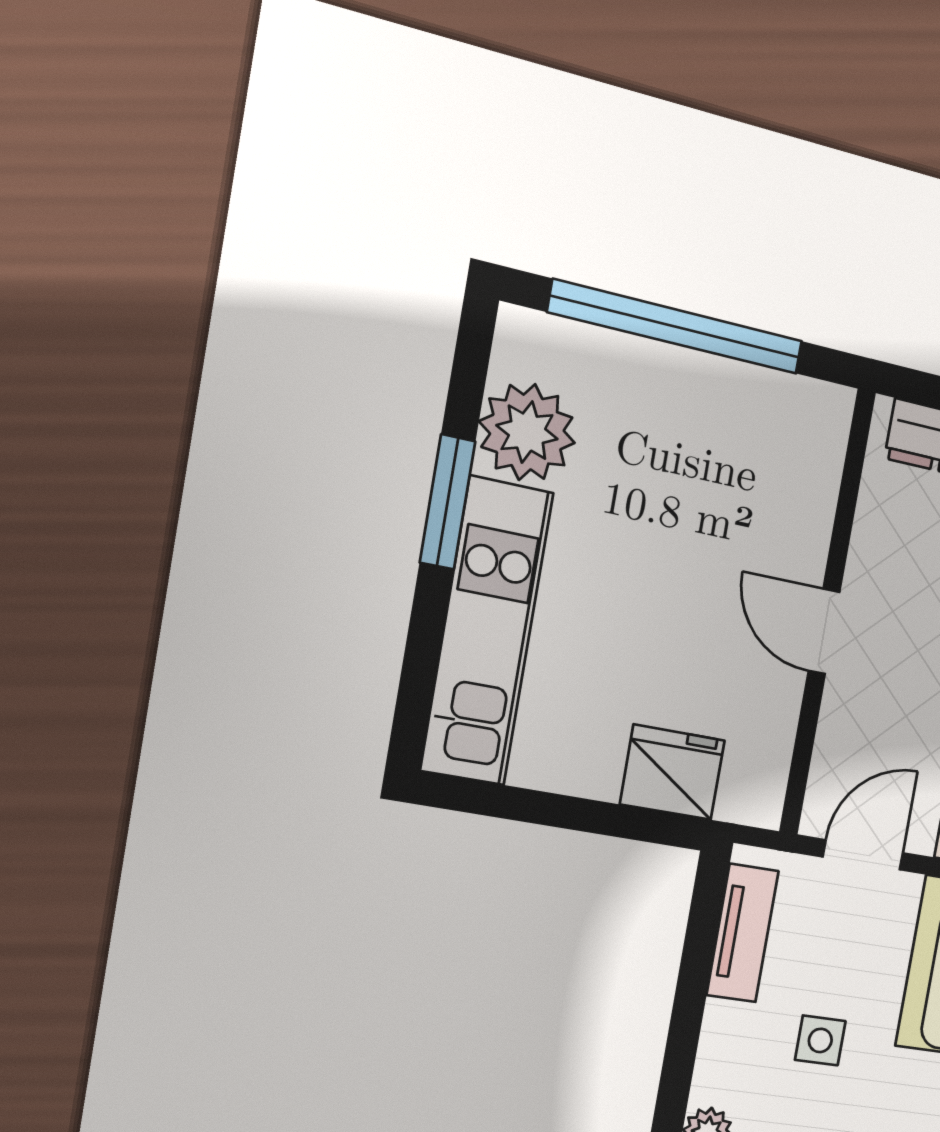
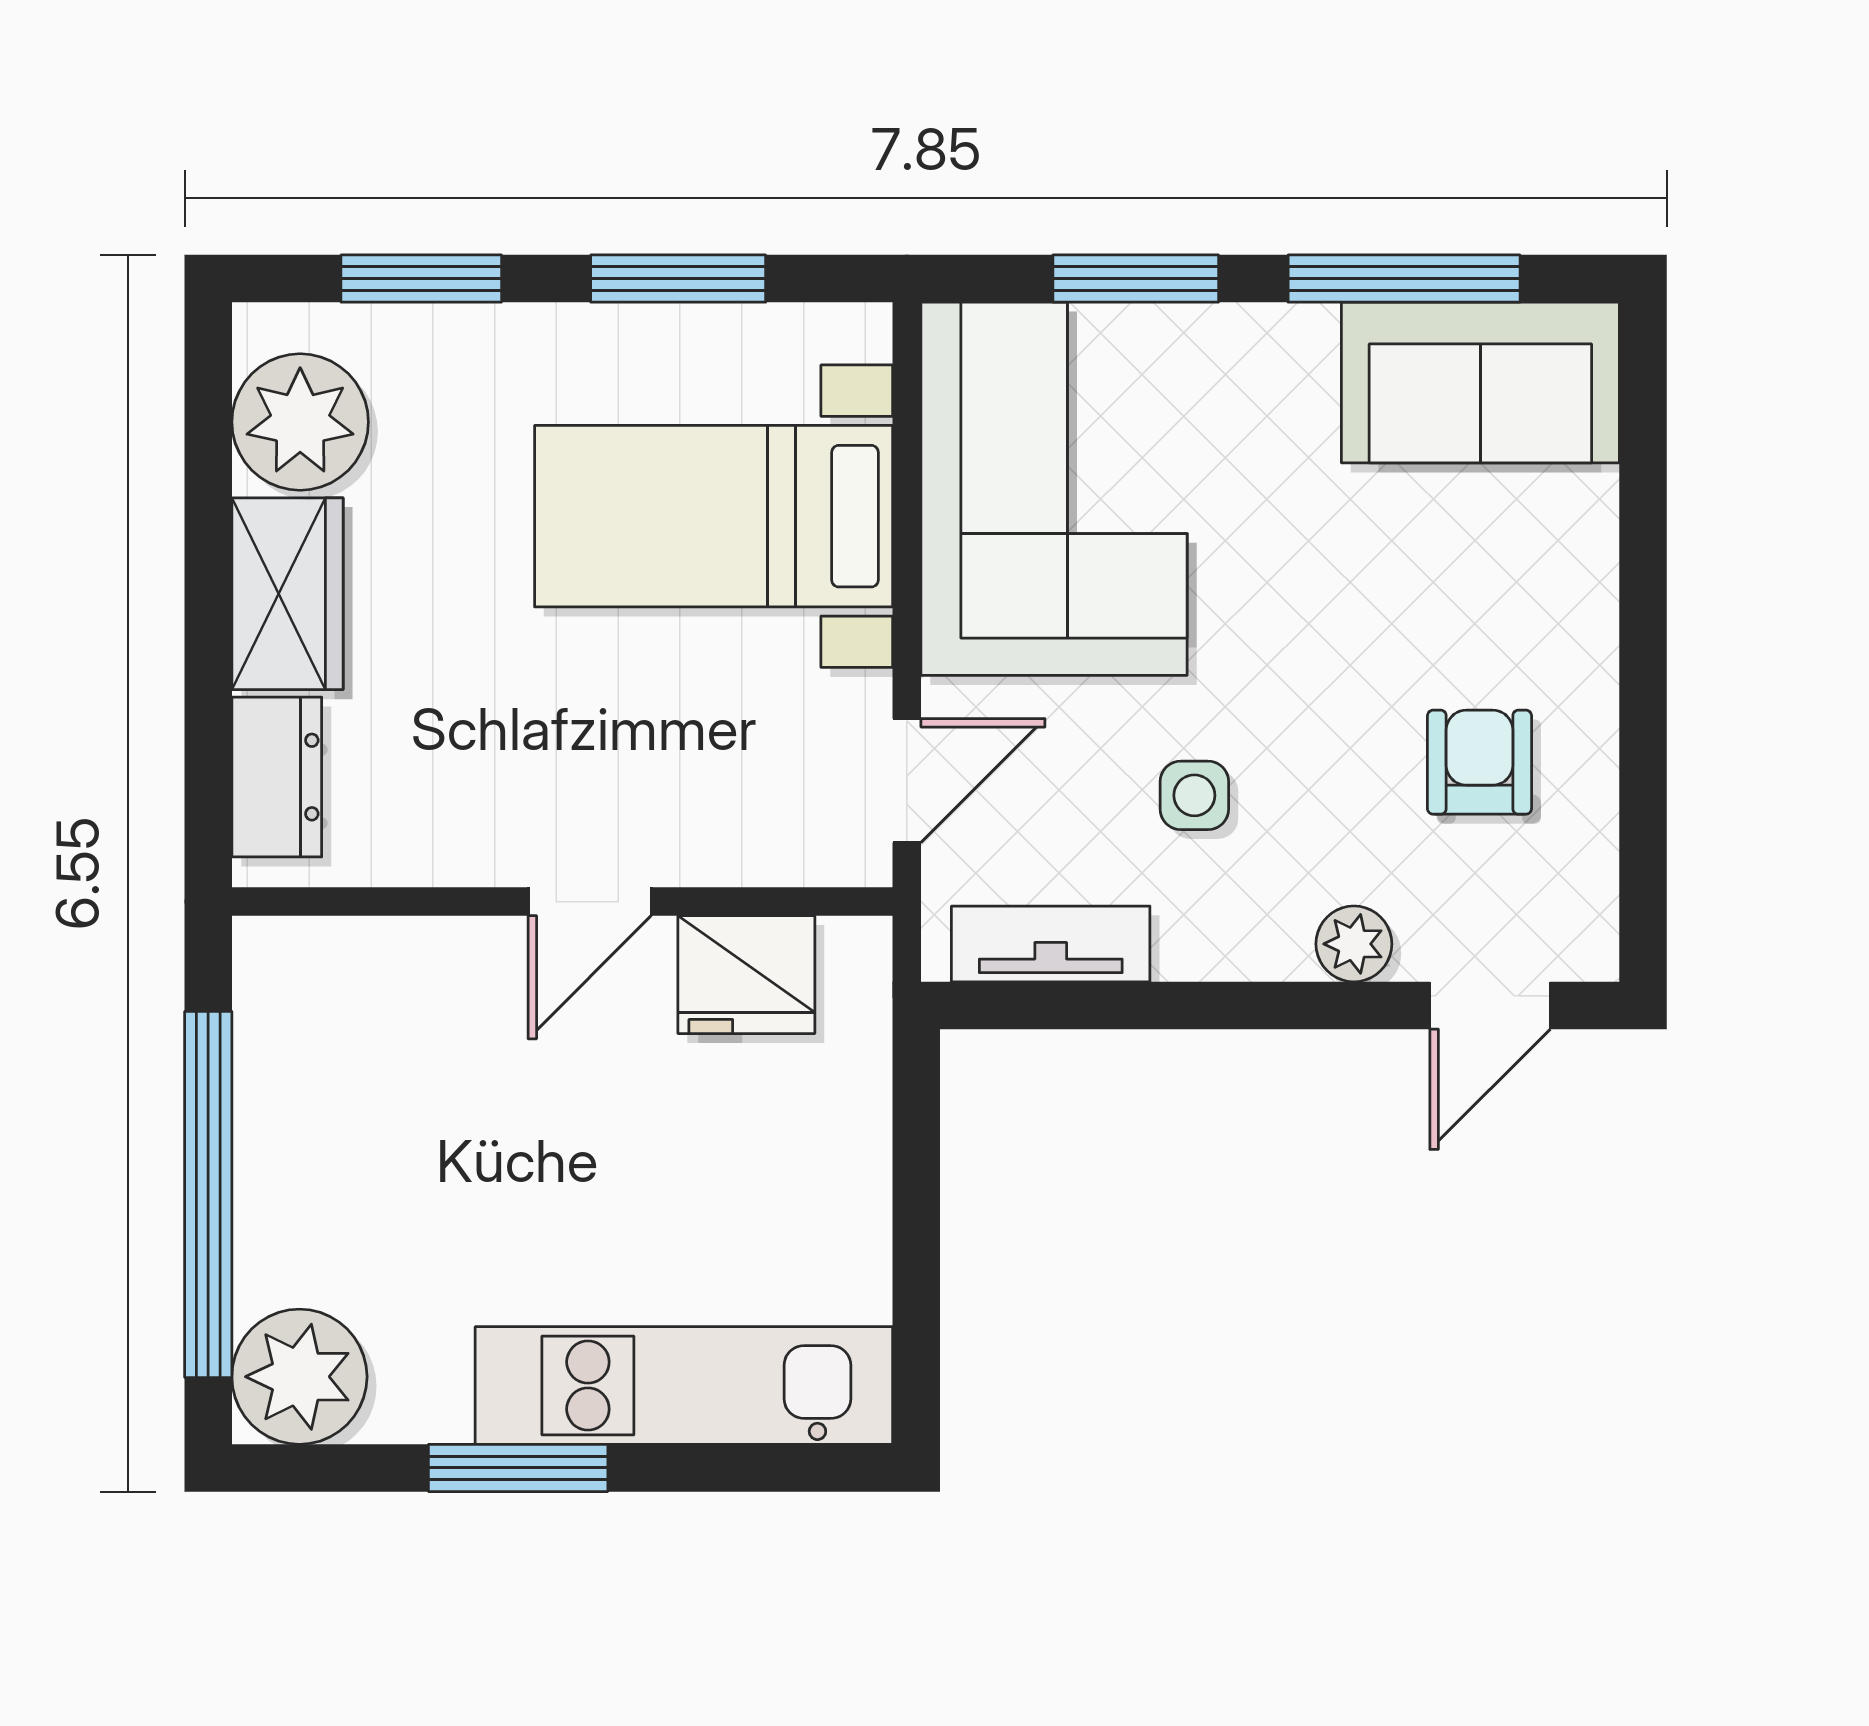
plant: (527, 432) -> (299, 1377), moved
fridge: (672, 772) -> (746, 975), moved, turned -90
door: (863, 855) -> (907, 781), swing flipped

